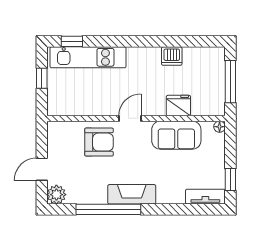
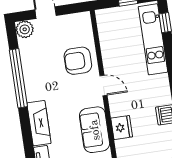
armchair: (99, 142) -> (78, 61), turned 90
fireplace: (132, 194) -> (39, 123), moved

